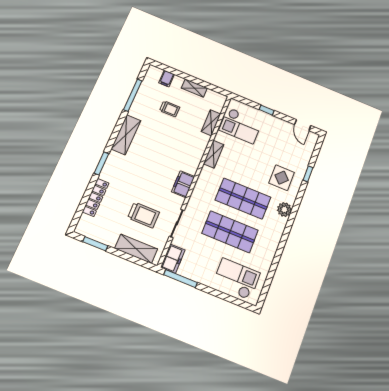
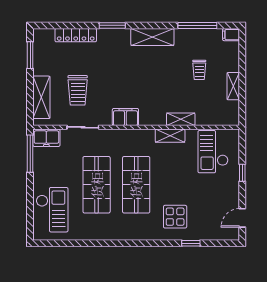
filing cabinet: (167, 79) -> (231, 35), moved
shelving: (211, 123) -> (181, 119), moved
plant: (284, 210) -> (143, 232), removed

